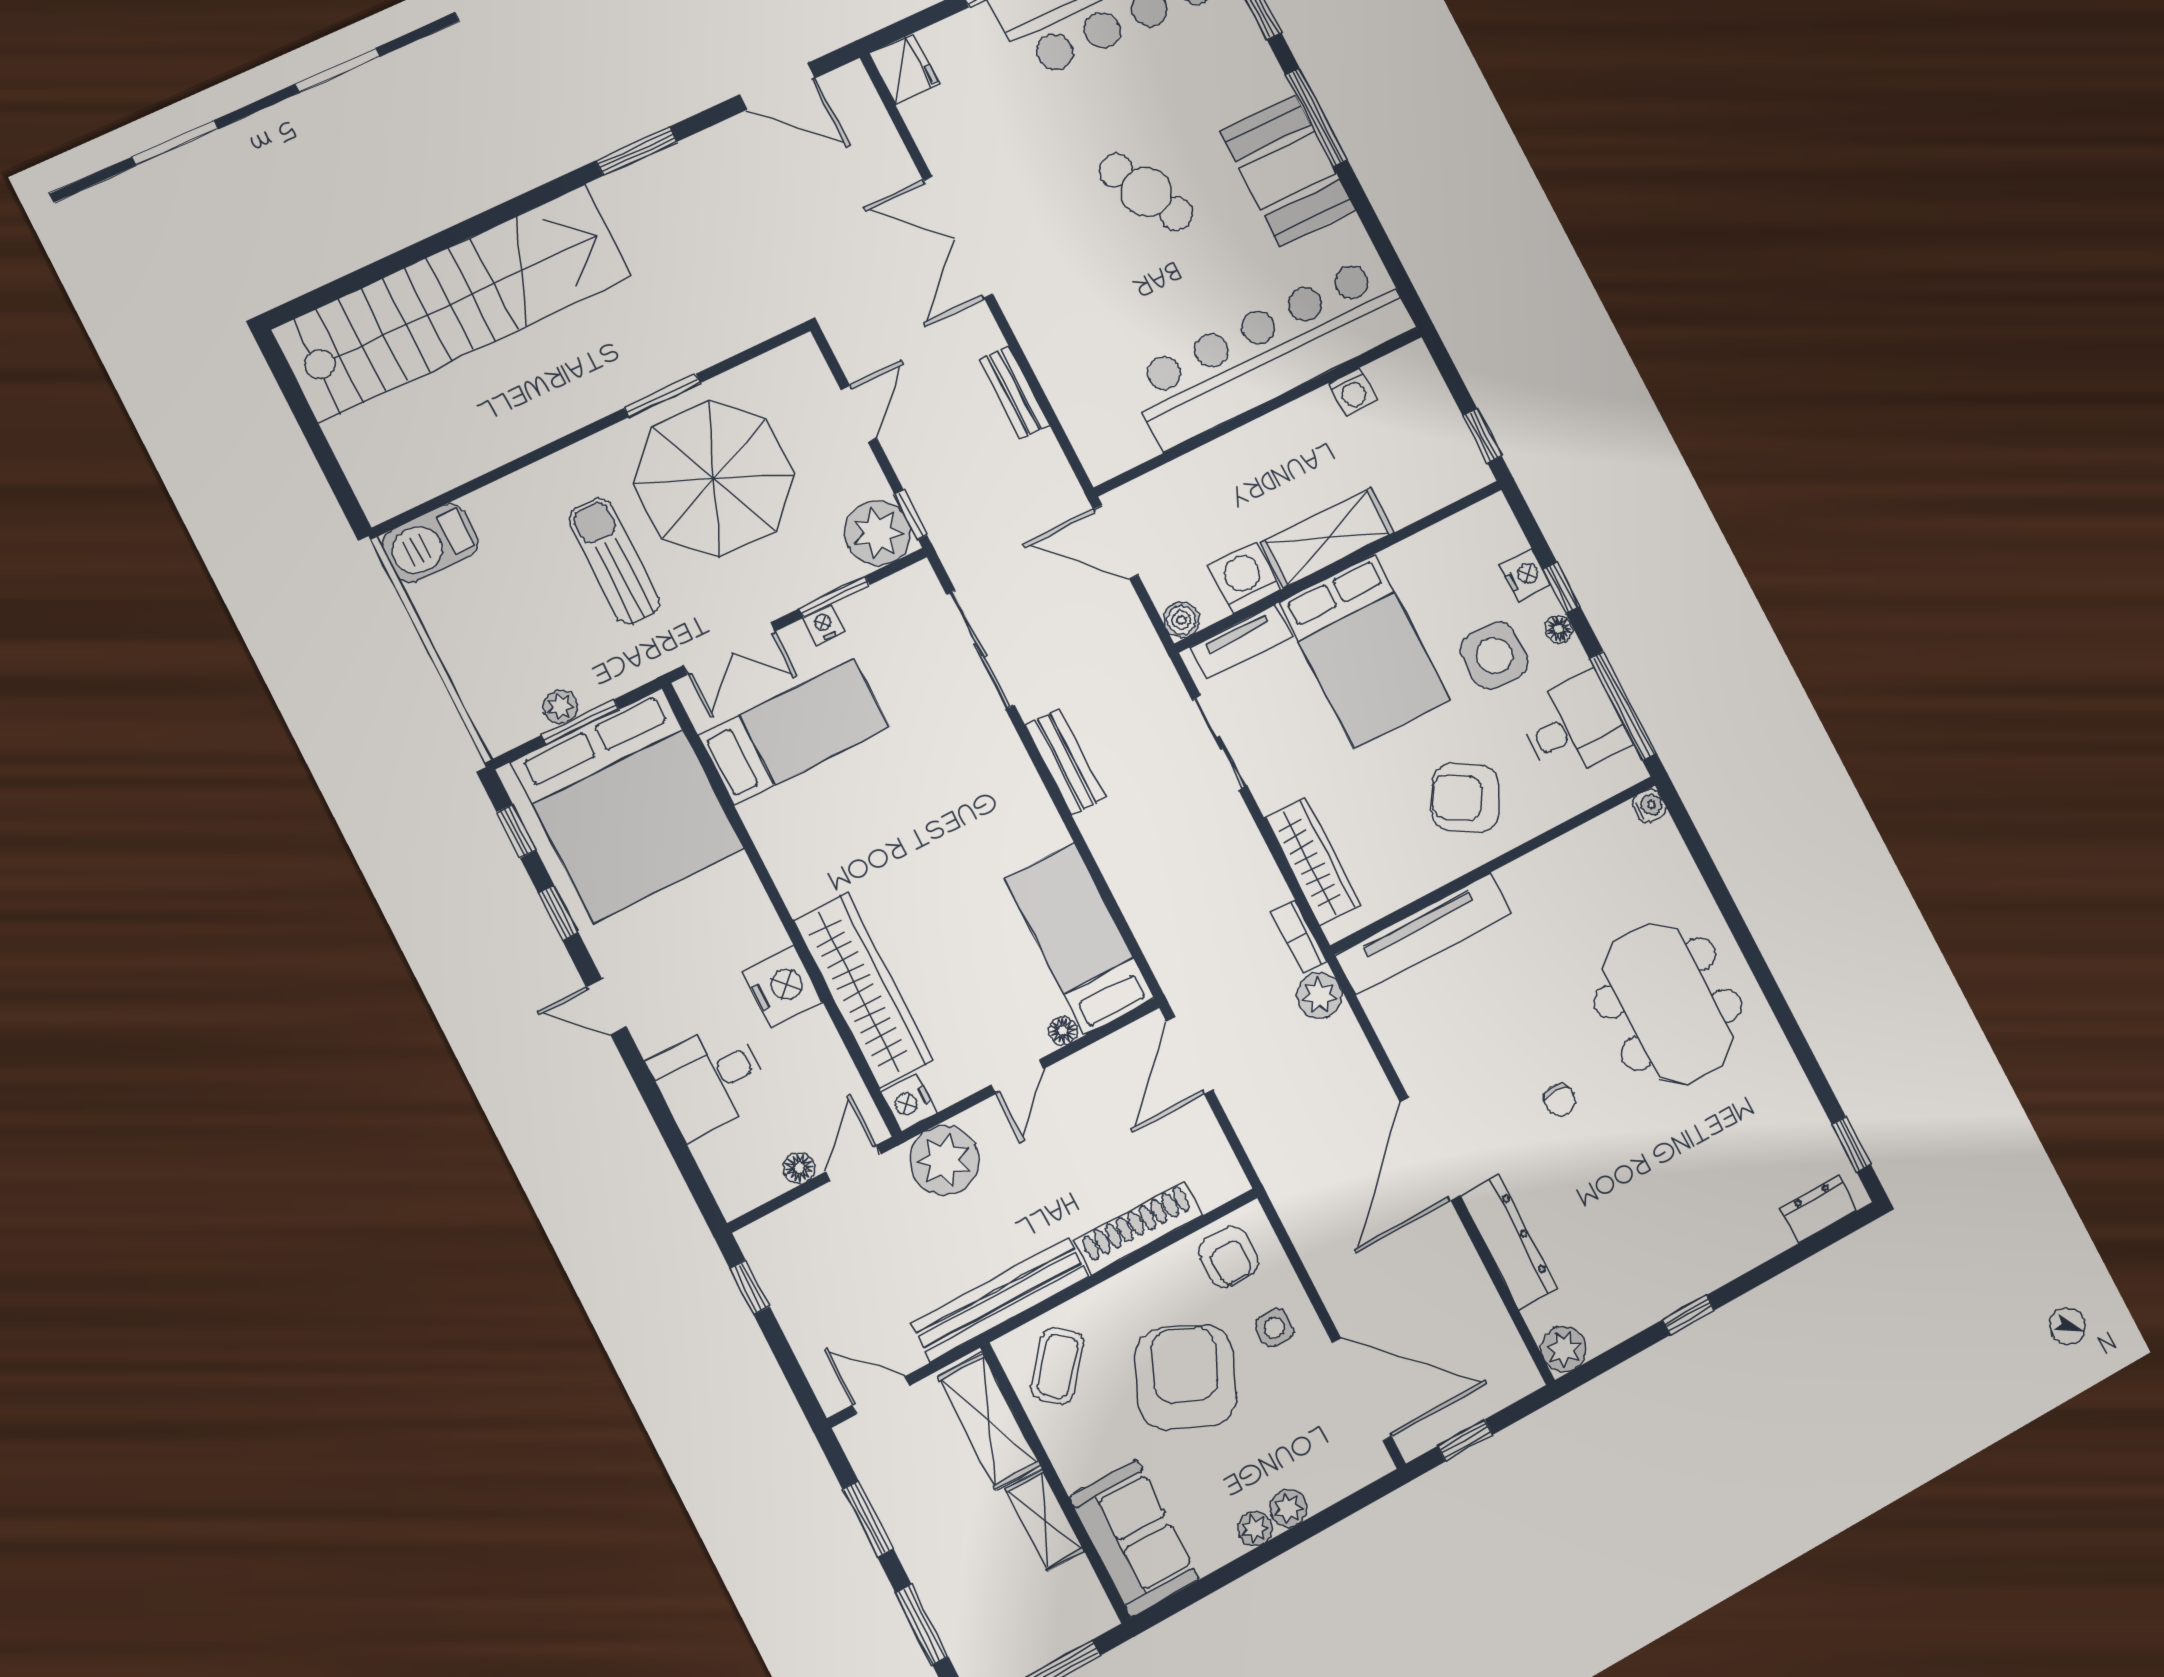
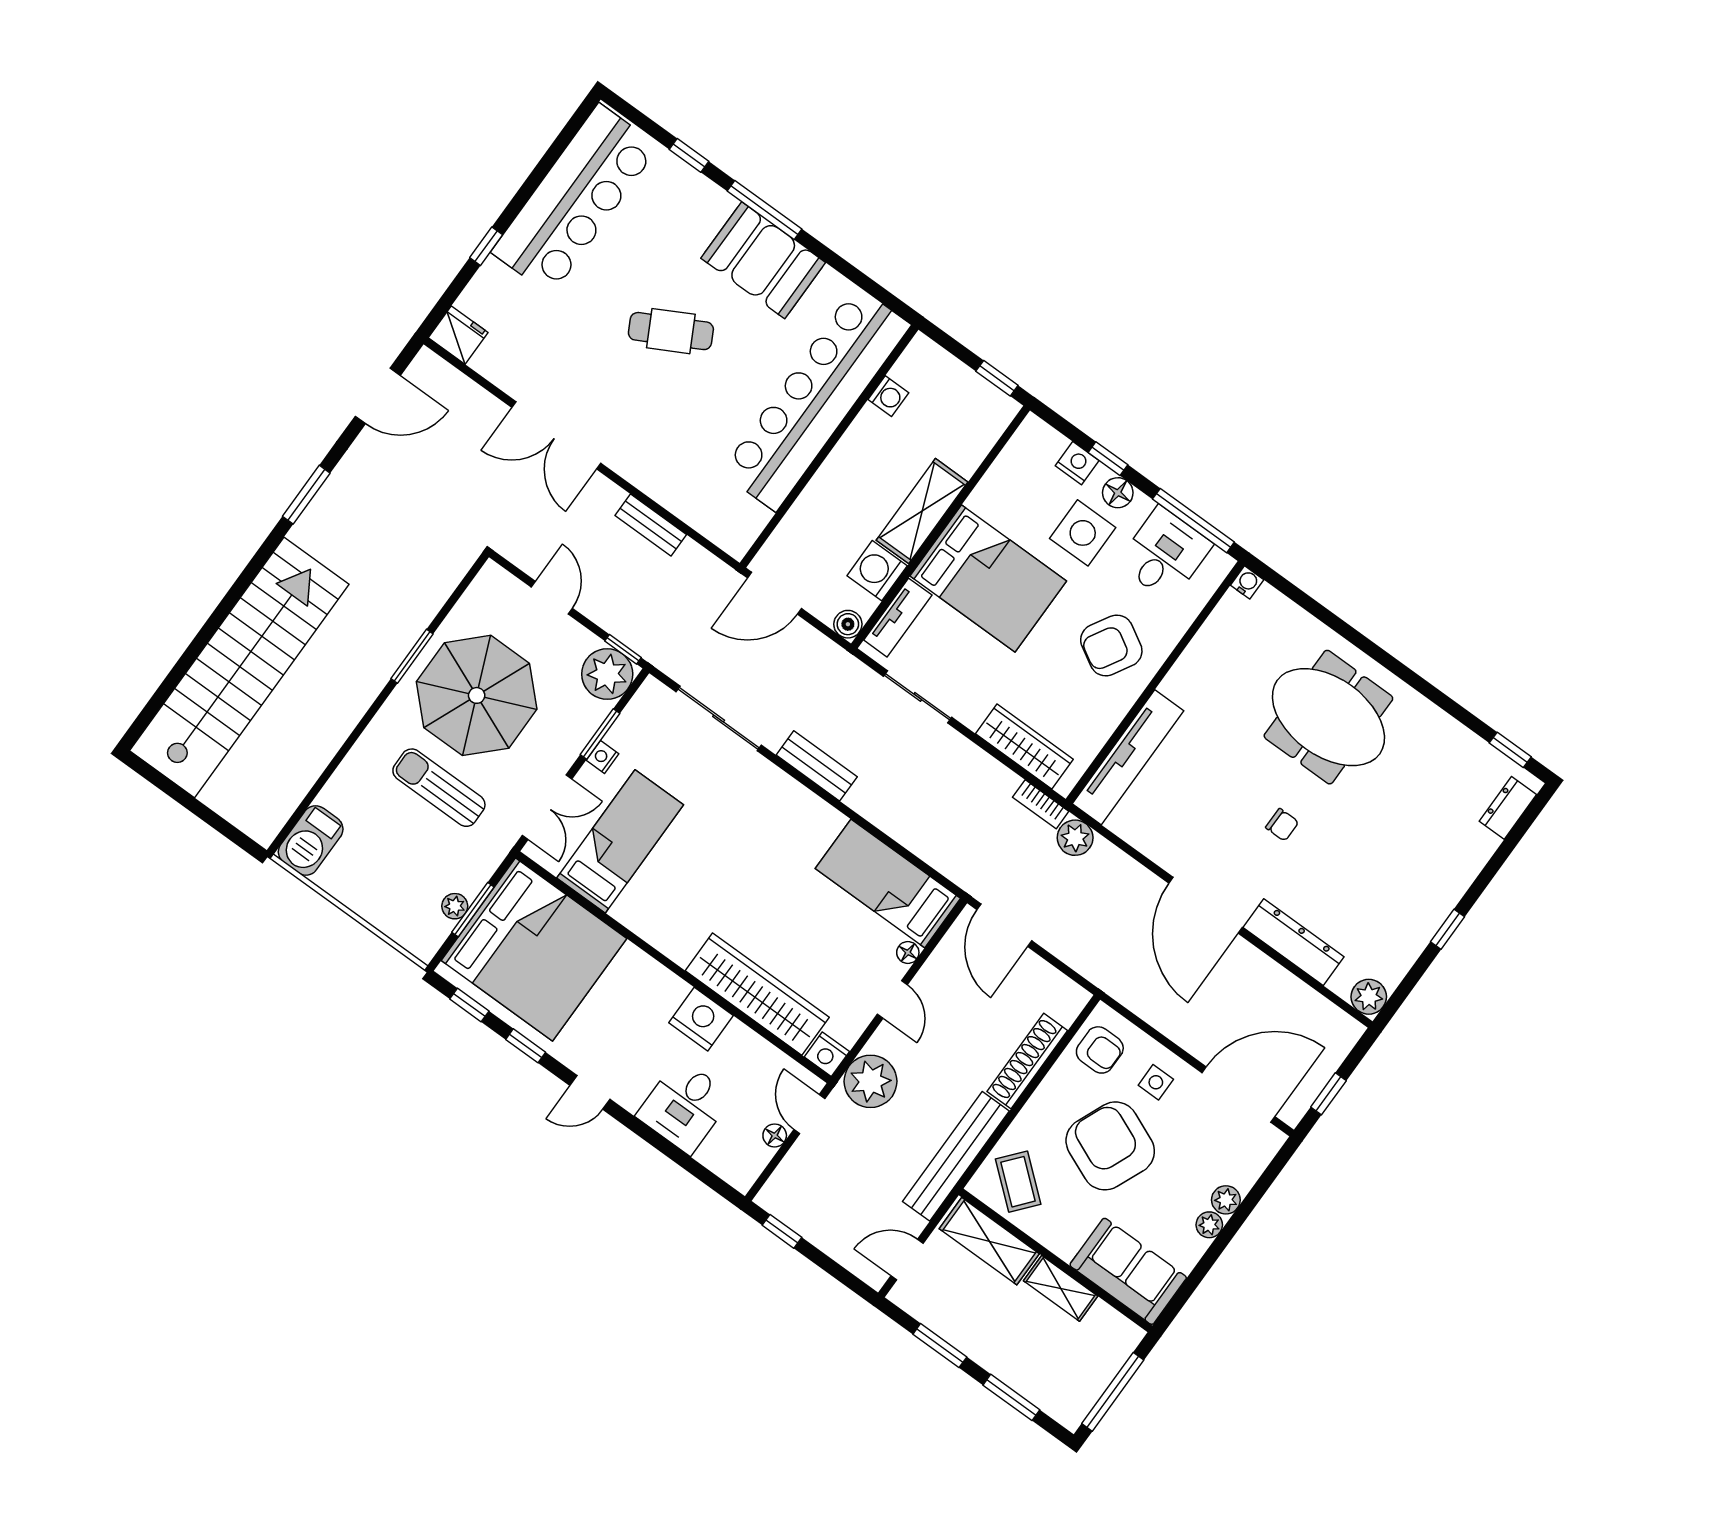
floor lamp: (1559, 629) -> (1118, 493), width x1.37, depth x1.37

